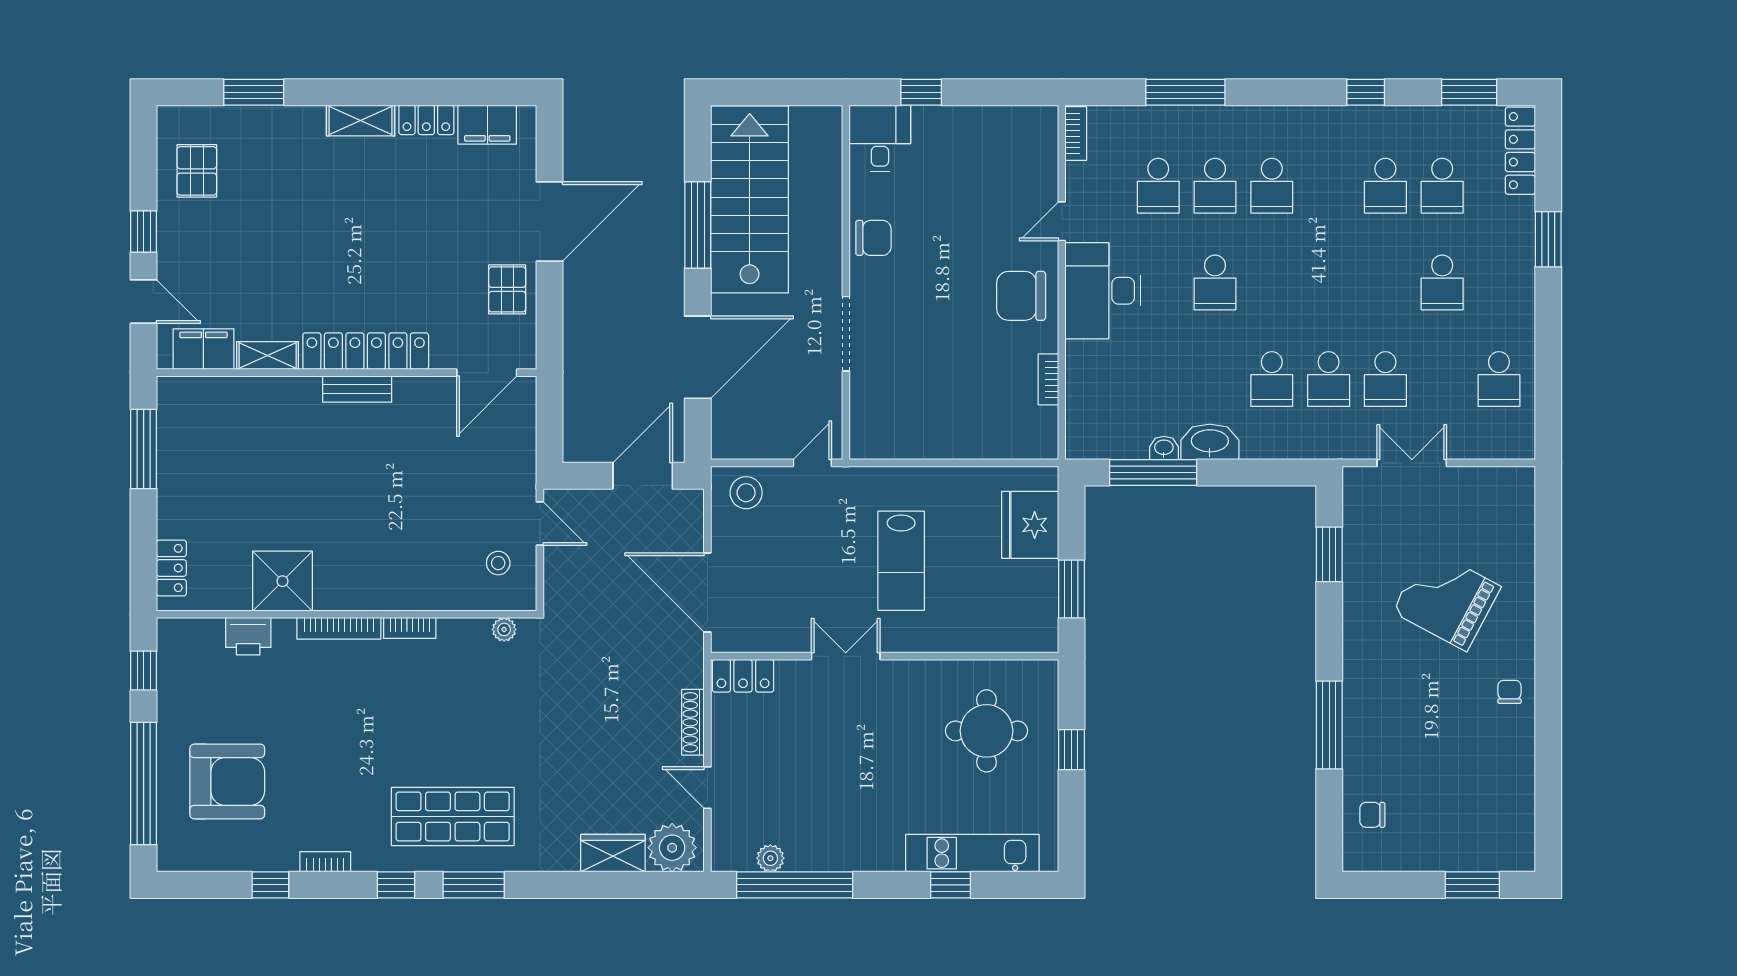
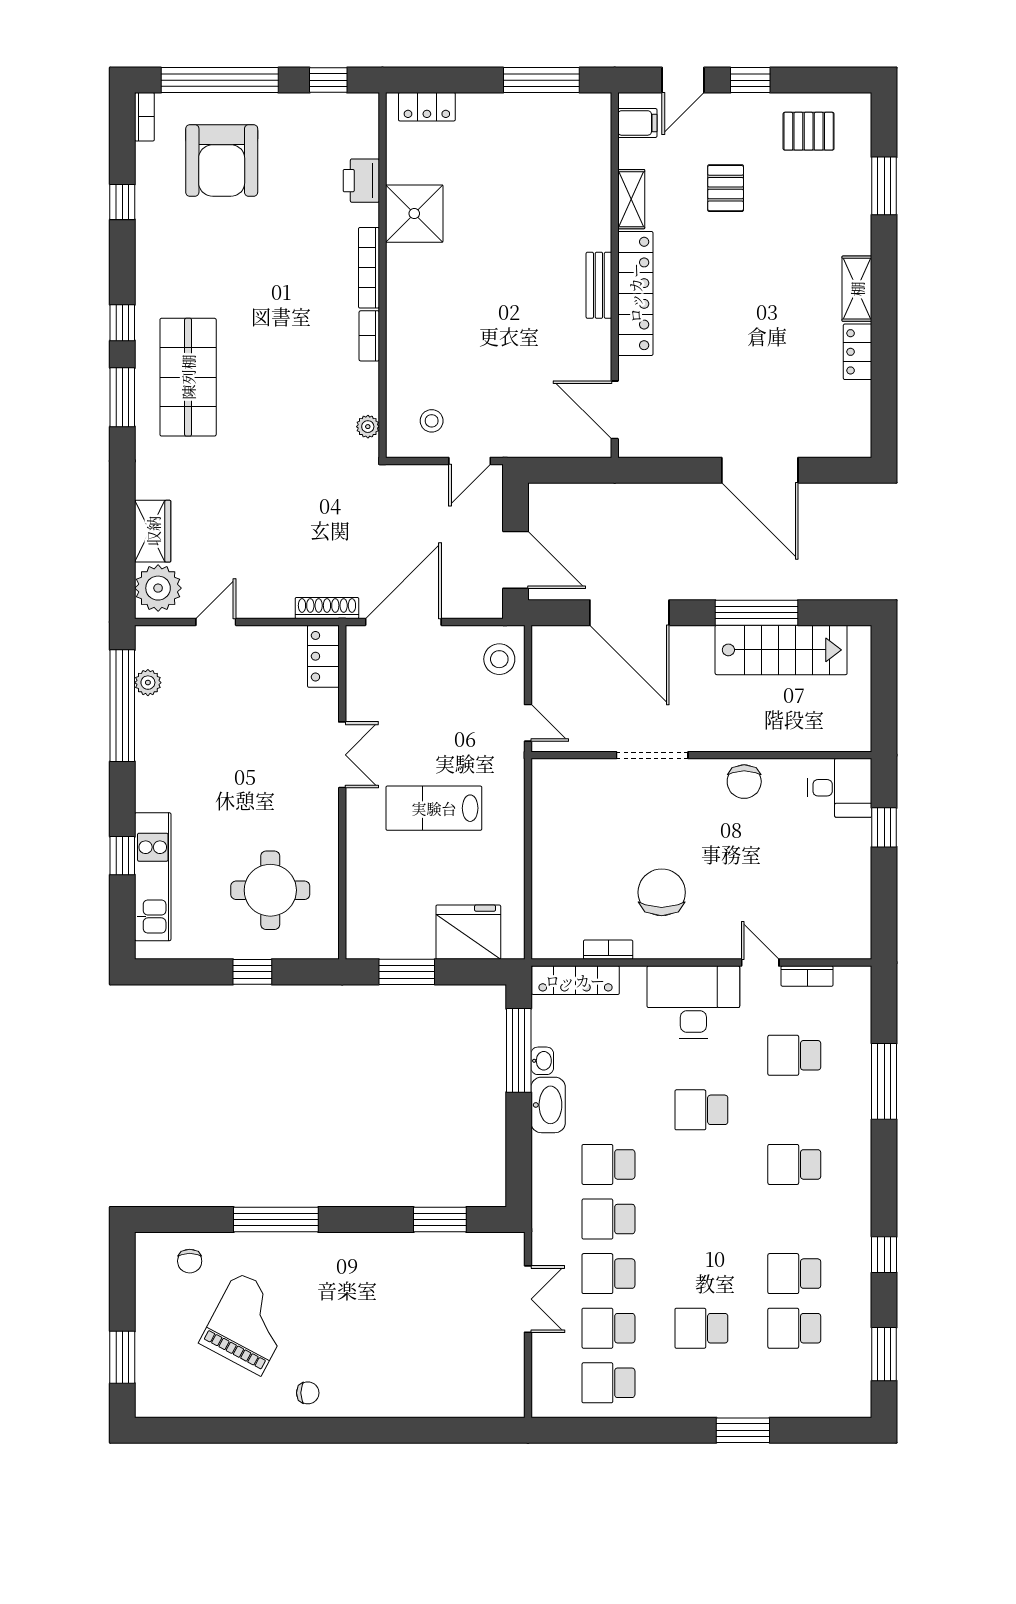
filing cabinet: (487, 125) -> (853, 410), removed
bookcase: (1076, 134) -> (807, 976), moved
locker: (1520, 151) -> (575, 980), moved, turned 180
school desk: (1215, 186) -> (608, 1328), moved
stairs: (750, 199) -> (781, 650), width x0.73, depth x0.66
pallet: (507, 289) -> (726, 188), moved, turned 90
chair: (1021, 296) -> (662, 892), moved
filing cabinet: (203, 349) -> (637, 123), width x0.50
grand piano: (1446, 599) -> (249, 1324), moved
shoe rack: (693, 722) -> (327, 608), moved
chair: (1372, 815) -> (190, 1261), turned 180
bookcase: (325, 862) -> (144, 117), moved

